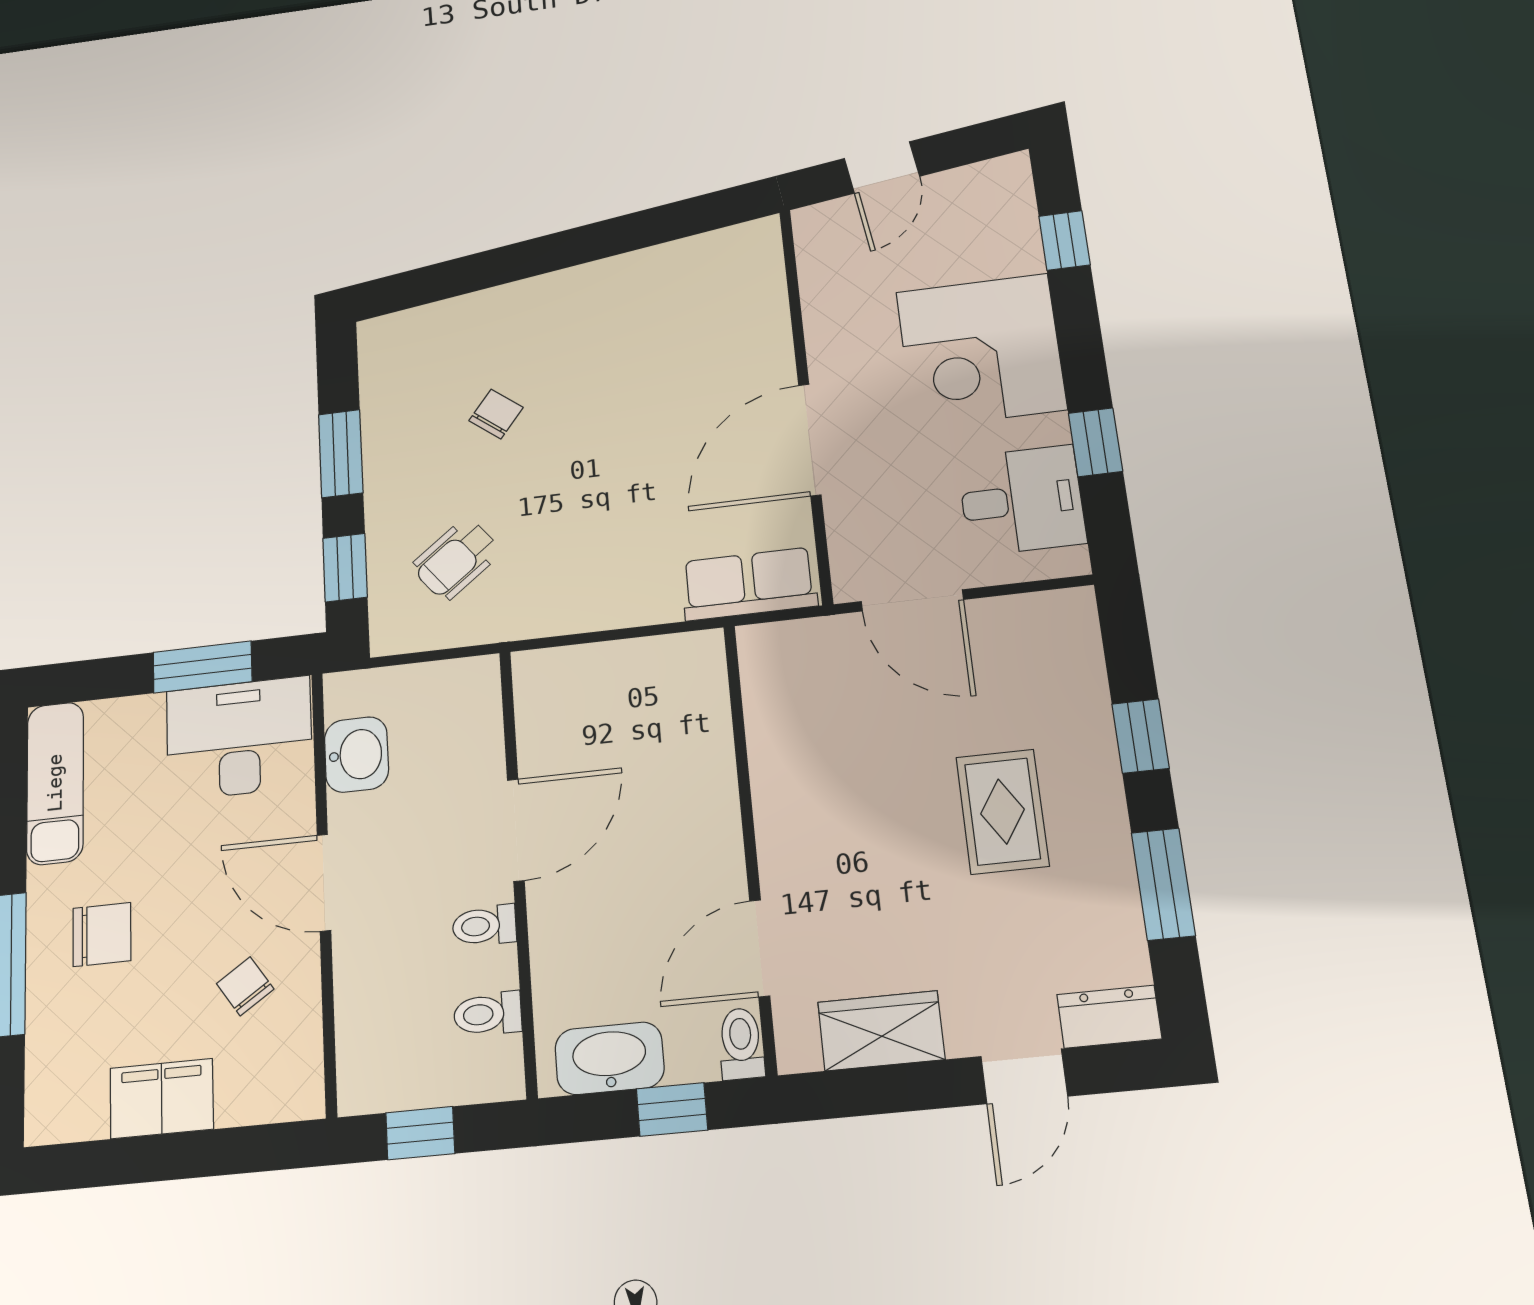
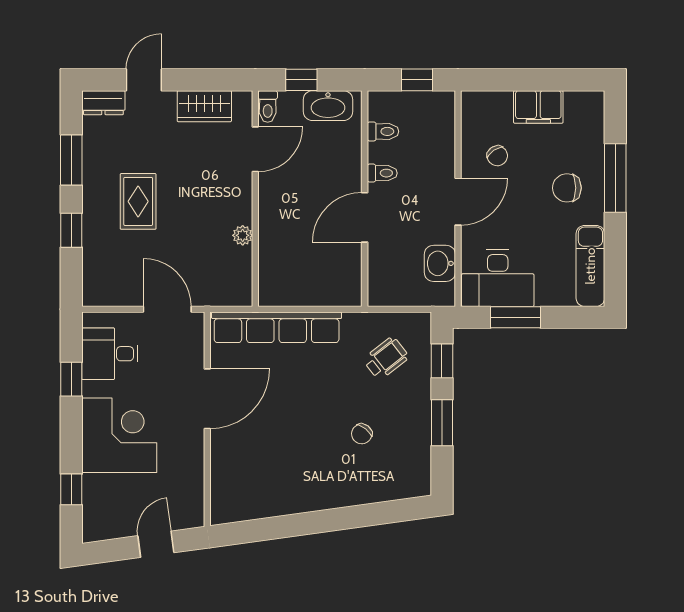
row of seats: (749, 584) -> (277, 327), width x2.02
plant: (770, 766) -> (243, 235), added
door: (324, 883) -> (458, 202), hinge flipped

